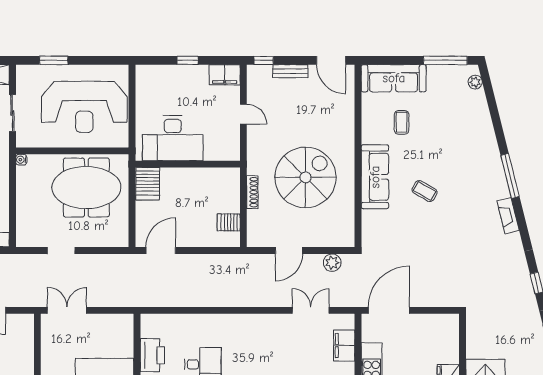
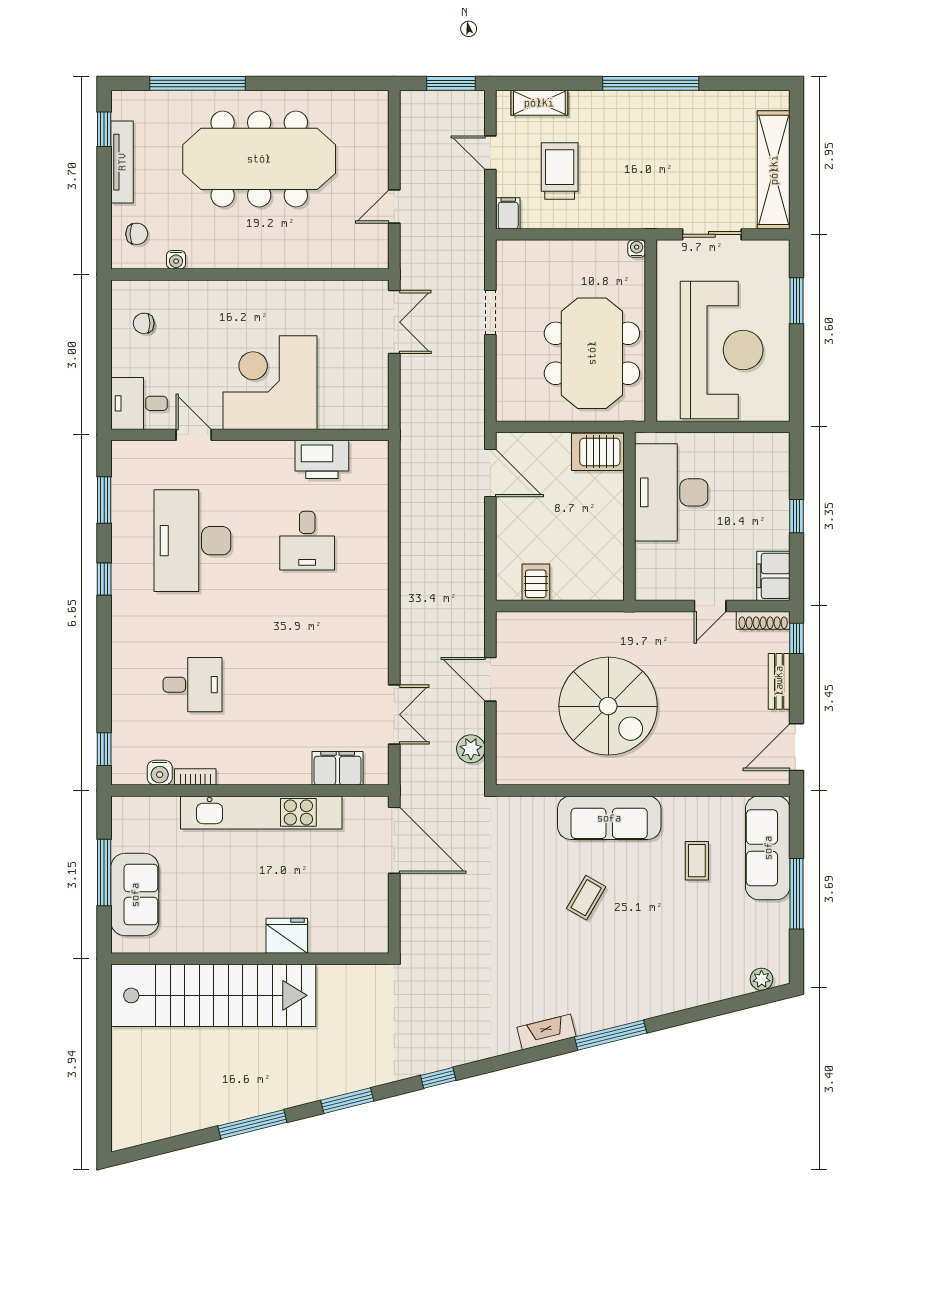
window: (445, 60) -> (796, 894), moved
reception desk: (84, 107) -> (722, 350), turned 180
coffee table: (402, 122) -> (697, 861), turned 90
shoe rack: (252, 192) -> (763, 620), moved

